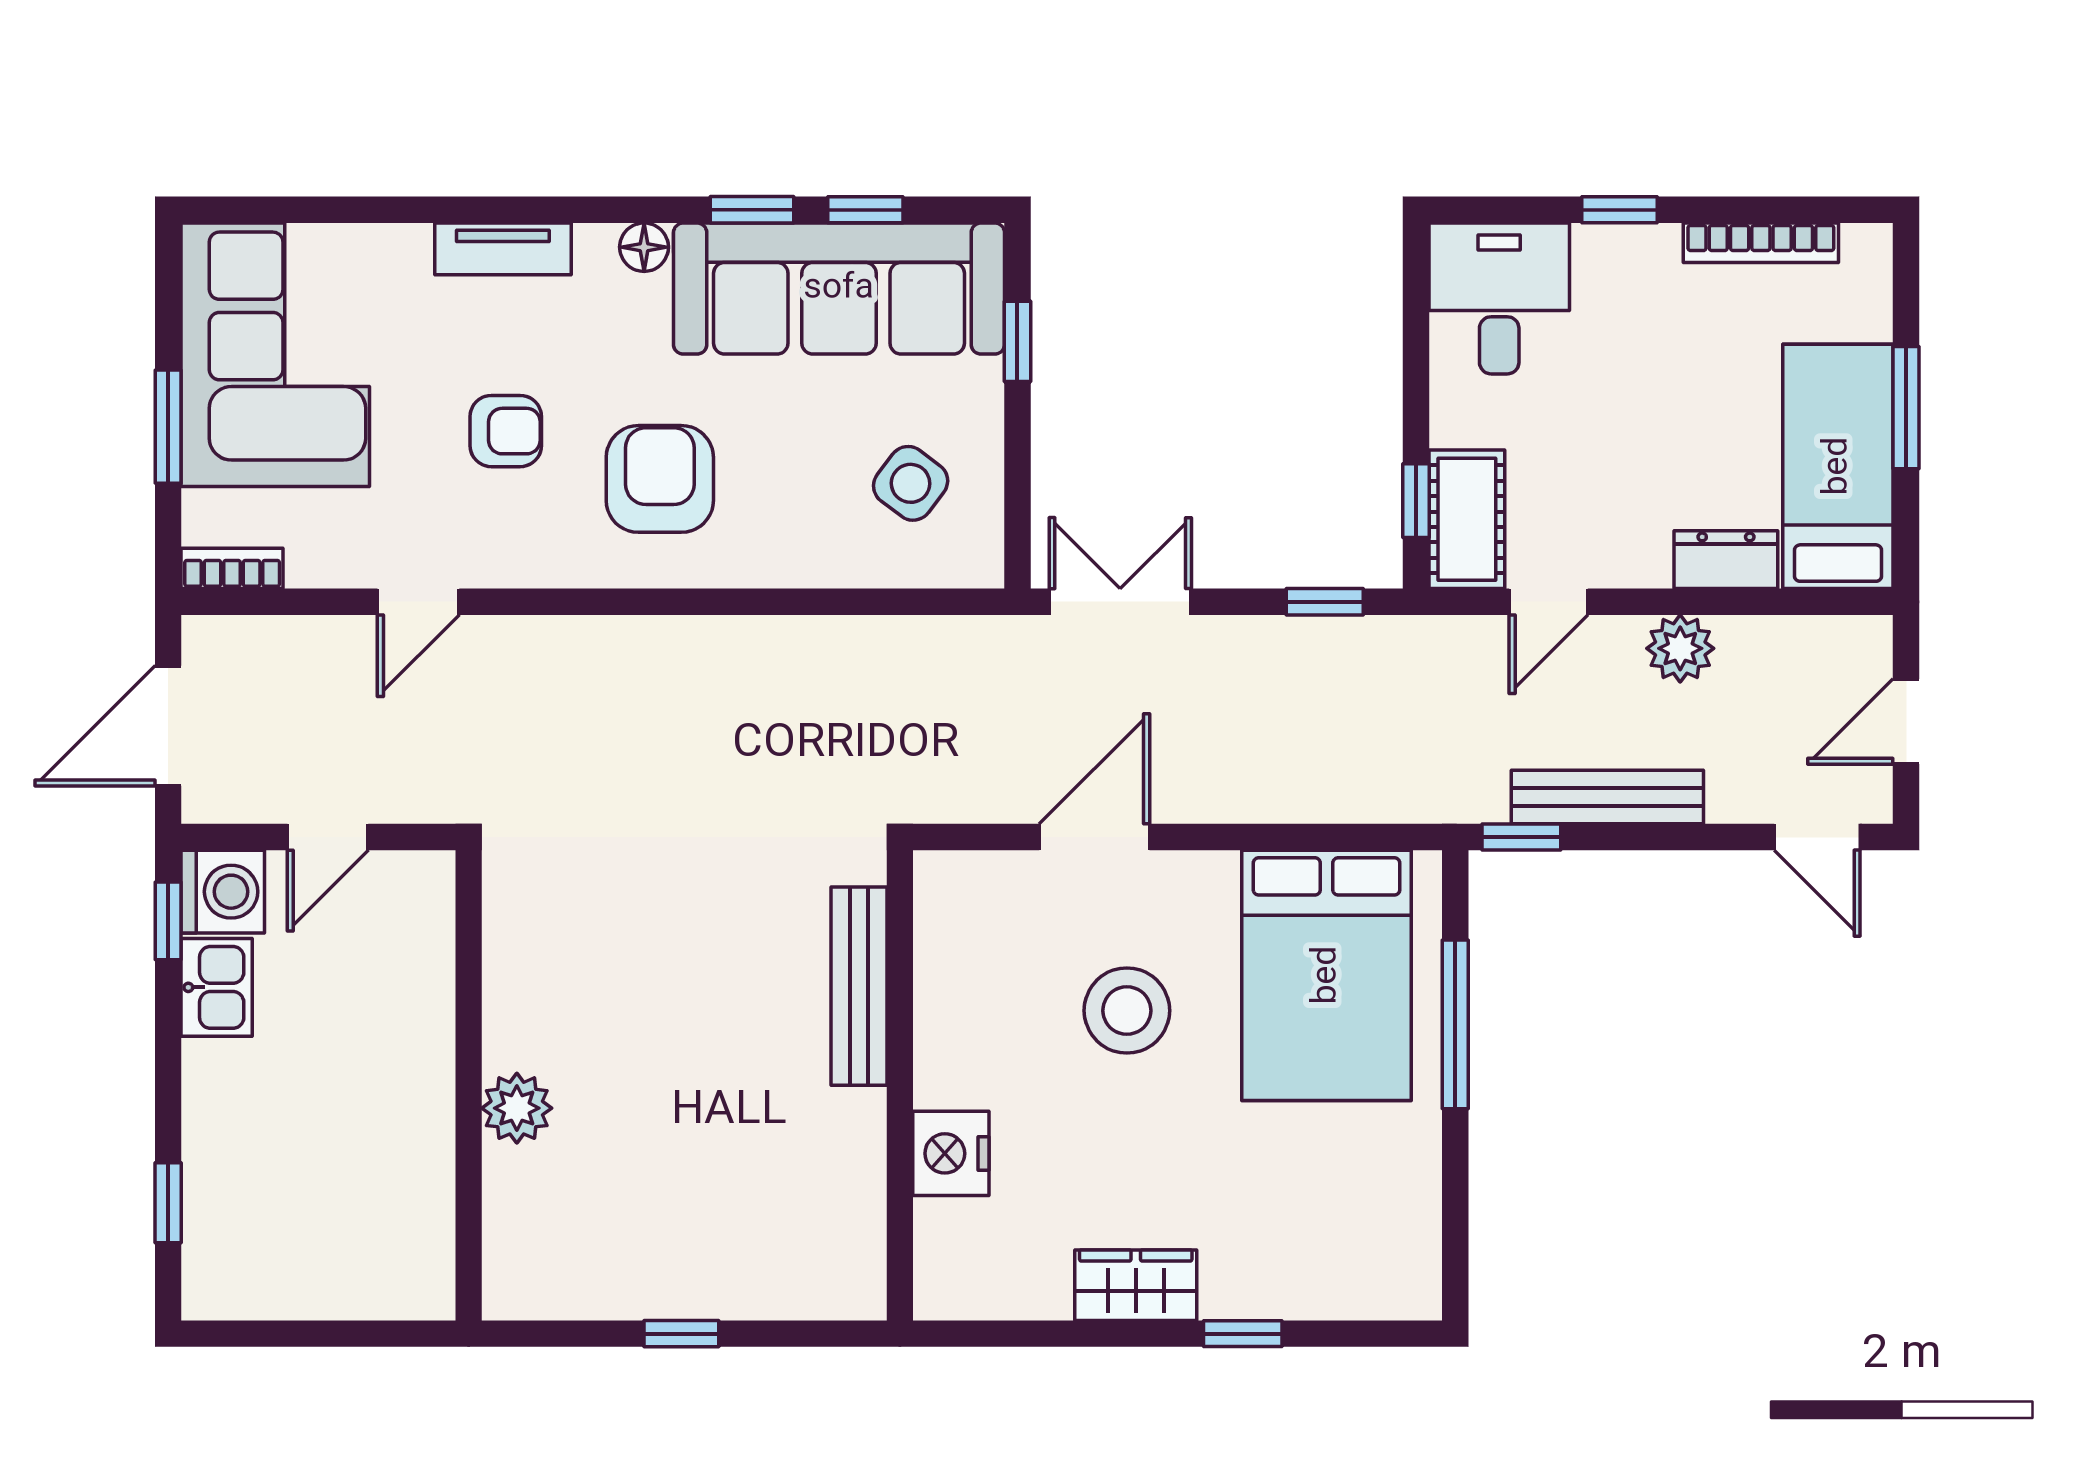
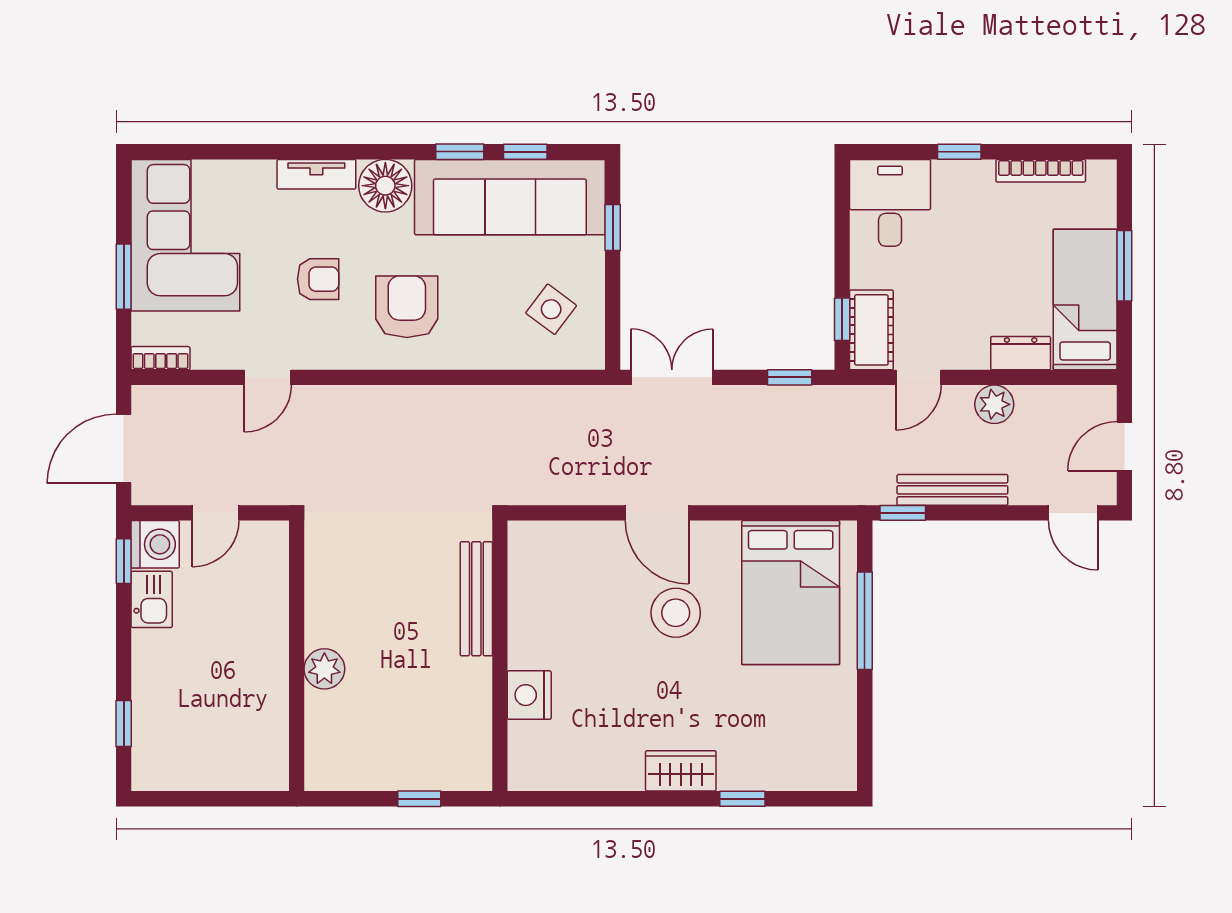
floor lamp: (644, 247) -> (385, 186), width x1.89, depth x1.89
door: (1094, 837) -> (657, 513), swing flipped
bench: (859, 986) -> (476, 599), moved
wall: (900, 1085) -> (500, 656), moved
nightstand: (951, 1153) -> (529, 695), moved

